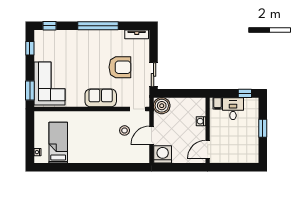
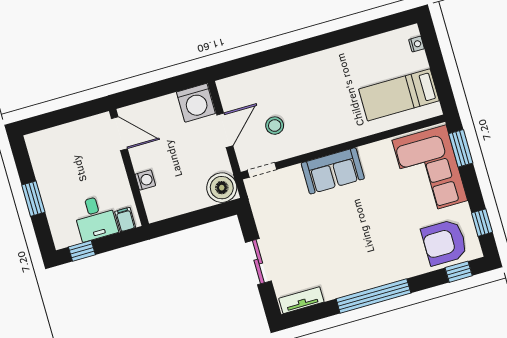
armchair: (120, 67) -> (444, 242), moved
sliding door: (154, 75) -> (258, 262), moved
bed: (58, 143) -> (399, 95), moved, turned 90
door: (208, 150) -> (119, 134), hinge flipped

